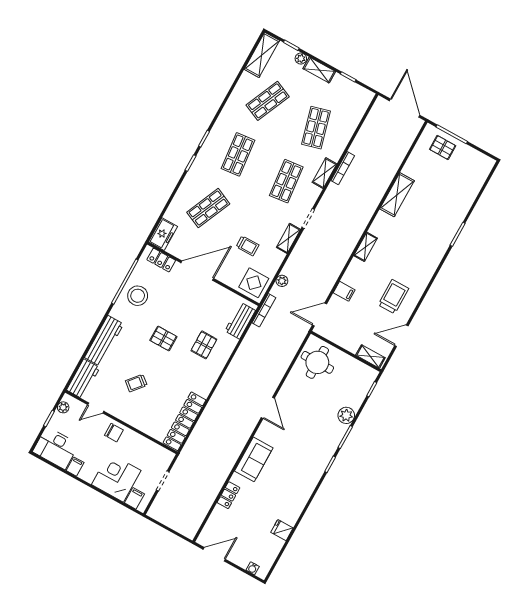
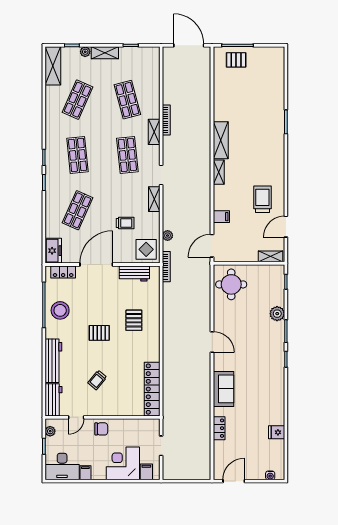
shelving: (397, 195) -> (221, 140), moved
workbench: (240, 321) -> (134, 274), moved, turned -90

